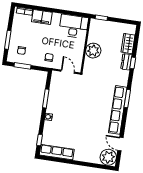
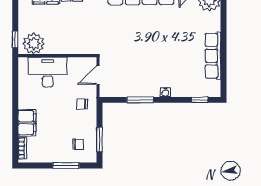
desk: (74, 26) -> (48, 72), moved, turned 90
plant: (93, 51) -> (34, 44), moved
row of seats: (57, 152) -> (213, 56), moved

